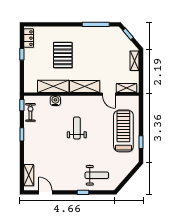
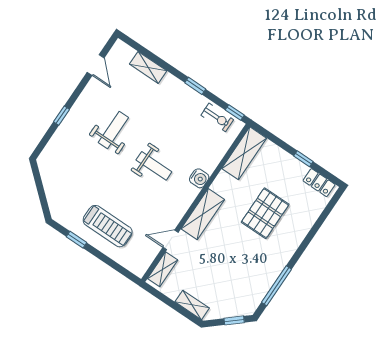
pallet: (63, 55) -> (265, 213), turned 90
shelving: (53, 86) -> (244, 153), moved
water cooler: (55, 101) -> (199, 178), moved
treadmill: (123, 131) -> (108, 226), width x0.73, depth x0.73
shelving: (29, 175) -> (148, 67), moved
weight bench: (97, 175) -> (113, 130), moved, turned 180
door: (45, 192) -> (96, 65), hinge flipped

